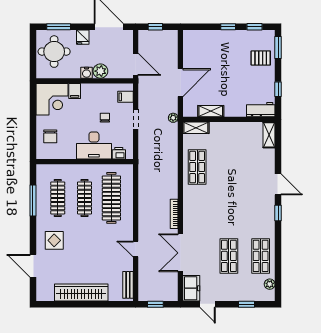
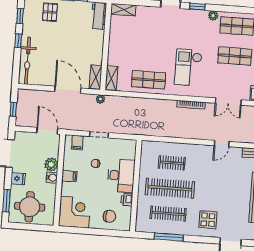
bicycle: (208, 38) -> (27, 61), added
door: (136, 64) -> (47, 131), hinge flipped
filing cabinet: (75, 91) -> (69, 176), moved
shelving: (211, 111) -> (96, 77), moved
printer: (119, 153) -> (127, 200), moved
clothes rail: (85, 198) -> (170, 188), width x1.37, depth x1.31
clothes rail: (111, 198) -> (172, 163), width x0.54, depth x0.76
checkout: (213, 208) -> (188, 67), added
plant: (270, 230) -> (213, 16), added
double door: (180, 253) -> (228, 102), width x0.73

